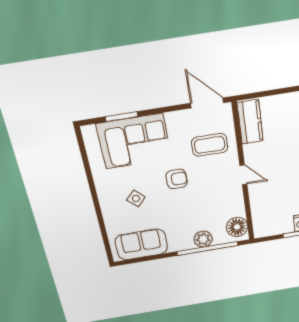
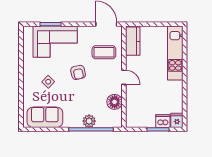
armchair: (177, 179) -> (78, 72), turned 77
floor lamp: (237, 227) -> (115, 102), moved

